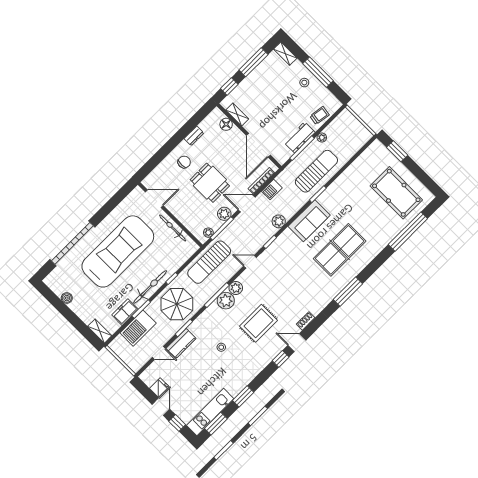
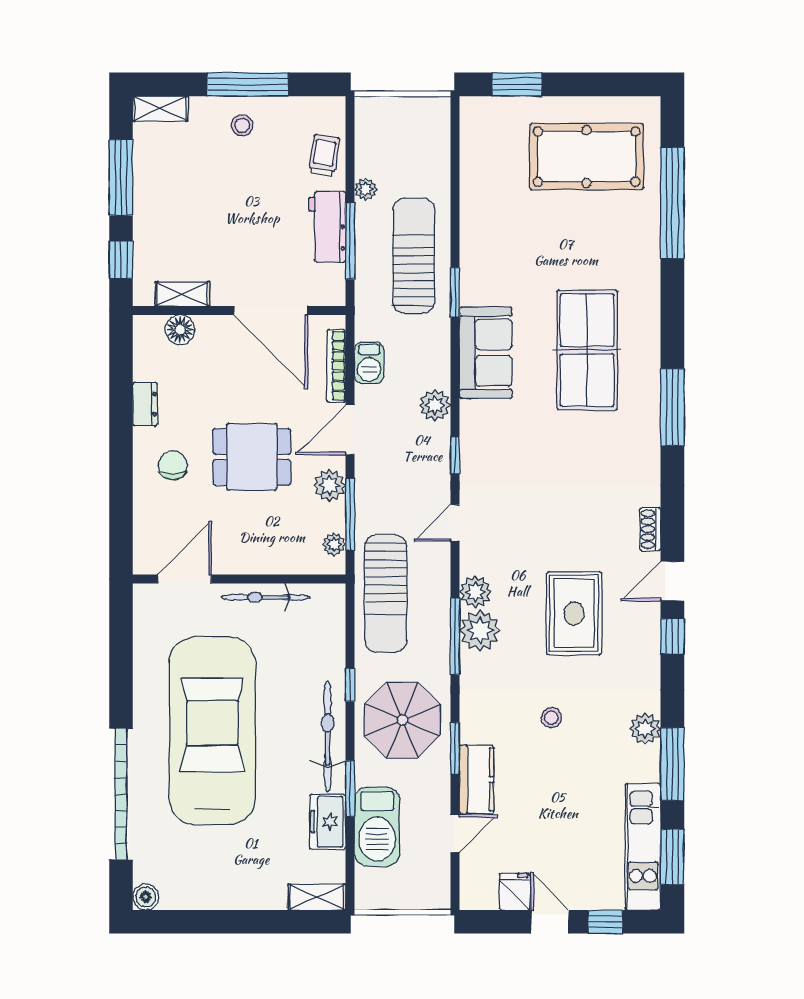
boiler: (67, 298) -> (146, 897), moved
plant: (245, 378) -> (645, 729), added
window: (243, 396) -> (672, 764), width x1.44

